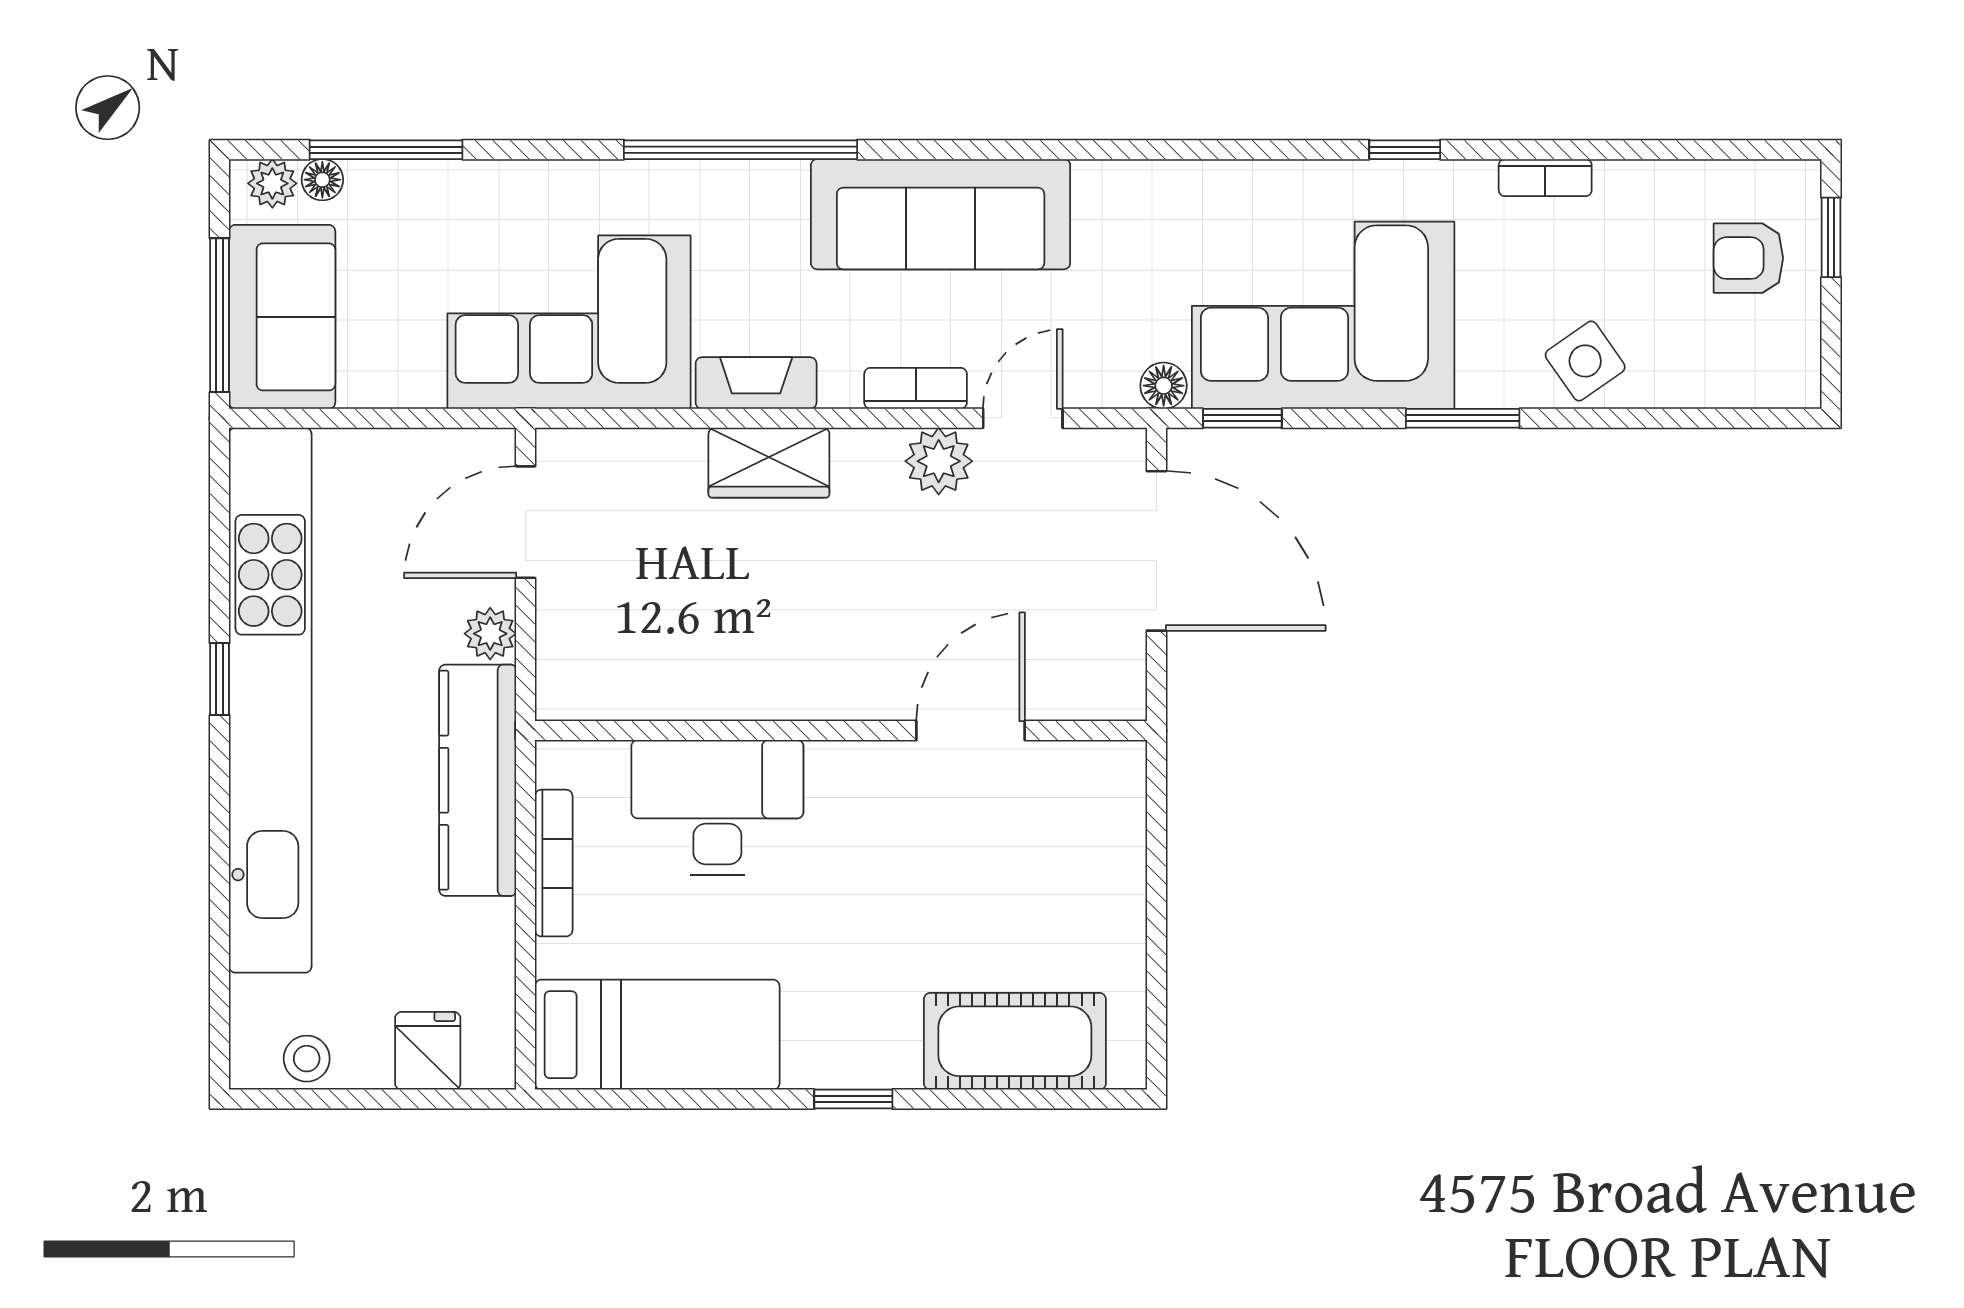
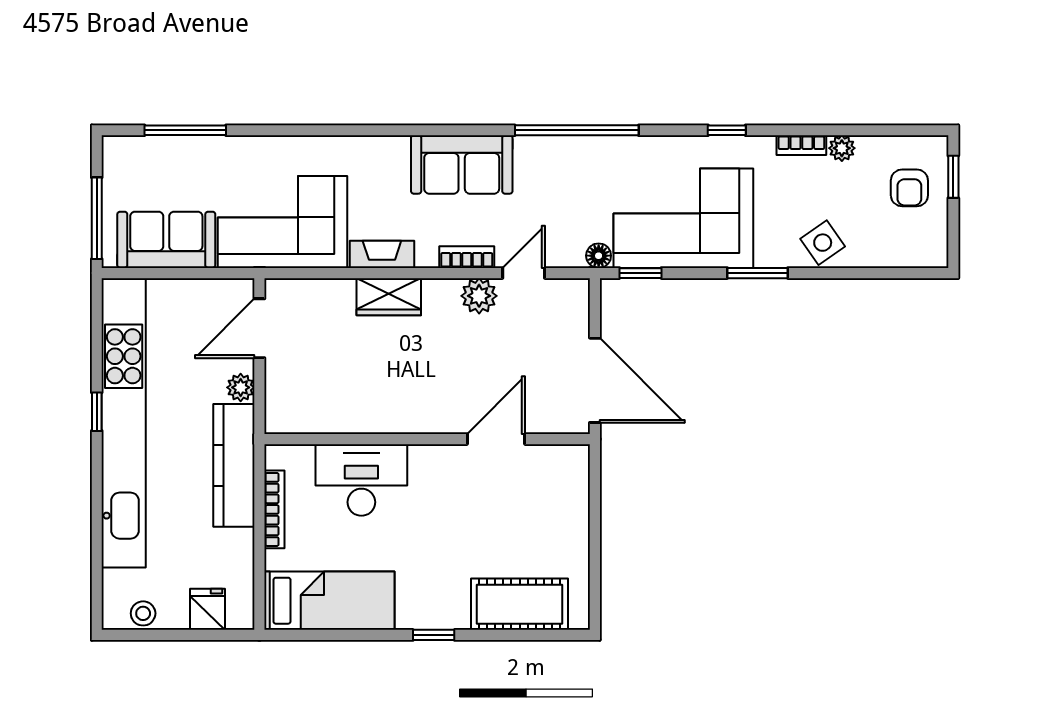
window: (740, 150) -> (577, 130), moved
floor lamp: (322, 180) -> (151, 146), removed
plant: (272, 183) -> (842, 148), moved
sofa: (941, 214) -> (462, 165), width x0.73
armchair: (1748, 258) -> (909, 188), turned -90
sofa: (282, 317) -> (166, 240), moved, turned -90
door: (1156, 551) -> (595, 380), moved

